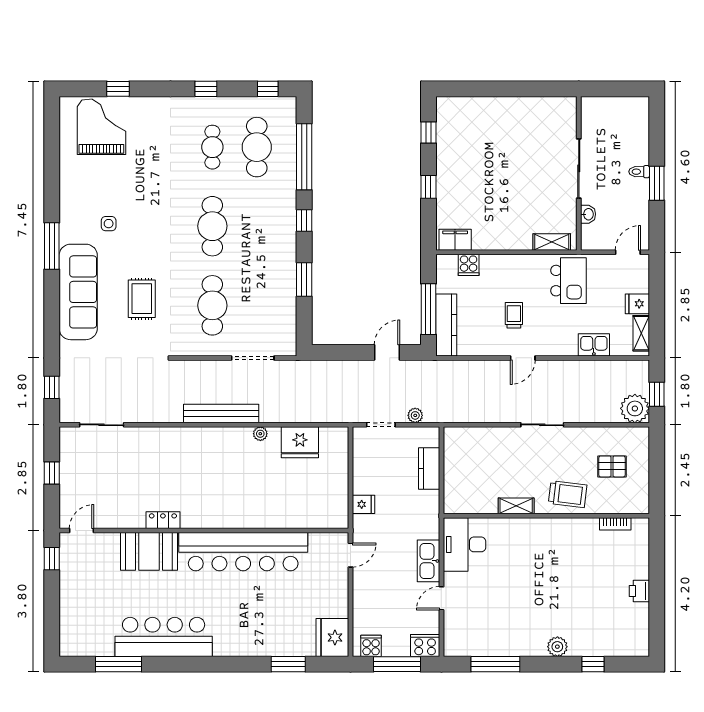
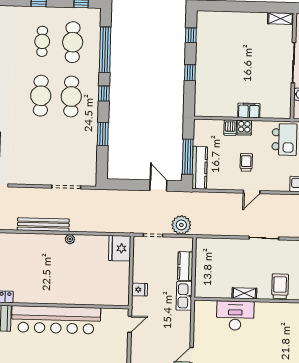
filing cabinet: (455, 240) -> (249, 110), moved
shelving: (552, 242) -> (281, 18), moved
cooker: (469, 265) -> (244, 128), moved
dishwasher: (489, 265) -> (230, 128), added
cafe table: (212, 305) -> (71, 97), moved
door: (387, 352) -> (158, 186), hinge flipped
plant: (415, 415) -> (181, 225), width x1.88, depth x1.88
fridge: (300, 442) -> (120, 248), moved, turned 90
trolley: (568, 494) -> (280, 286), turned -97
desk: (464, 544) -> (235, 316), moved, turned 90
kitchen sink: (429, 561) -> (184, 296), moved

